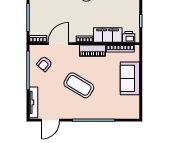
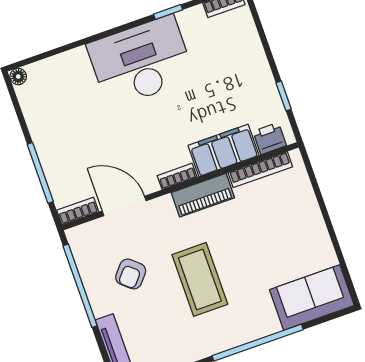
door: (58, 44) -> (124, 206), hinge flipped
armchair: (44, 64) -> (131, 274), moved
sofa: (130, 78) -> (312, 297), moved, turned 90
coffee table: (79, 85) -> (200, 279), turned 59

